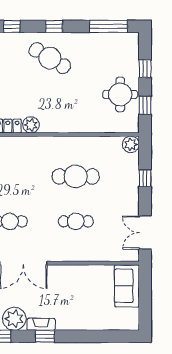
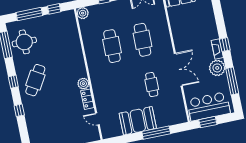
window: (145, 69) -> (29, 14), width x2.17
round table: (120, 94) -> (24, 42), moved
cafe table: (76, 221) -> (143, 40), width x1.37, depth x1.35

